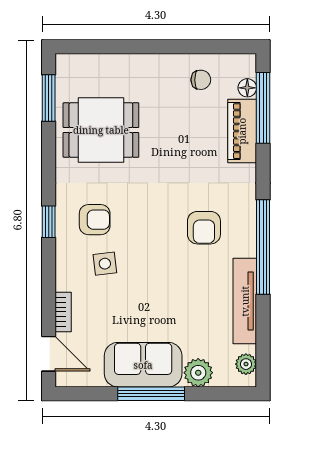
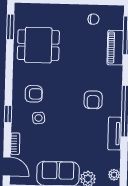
floor lamp: (247, 88) -> (119, 24), removed
window: (49, 222) -> (8, 114), moved
tv unit: (245, 301) -> (115, 134), width x0.71

